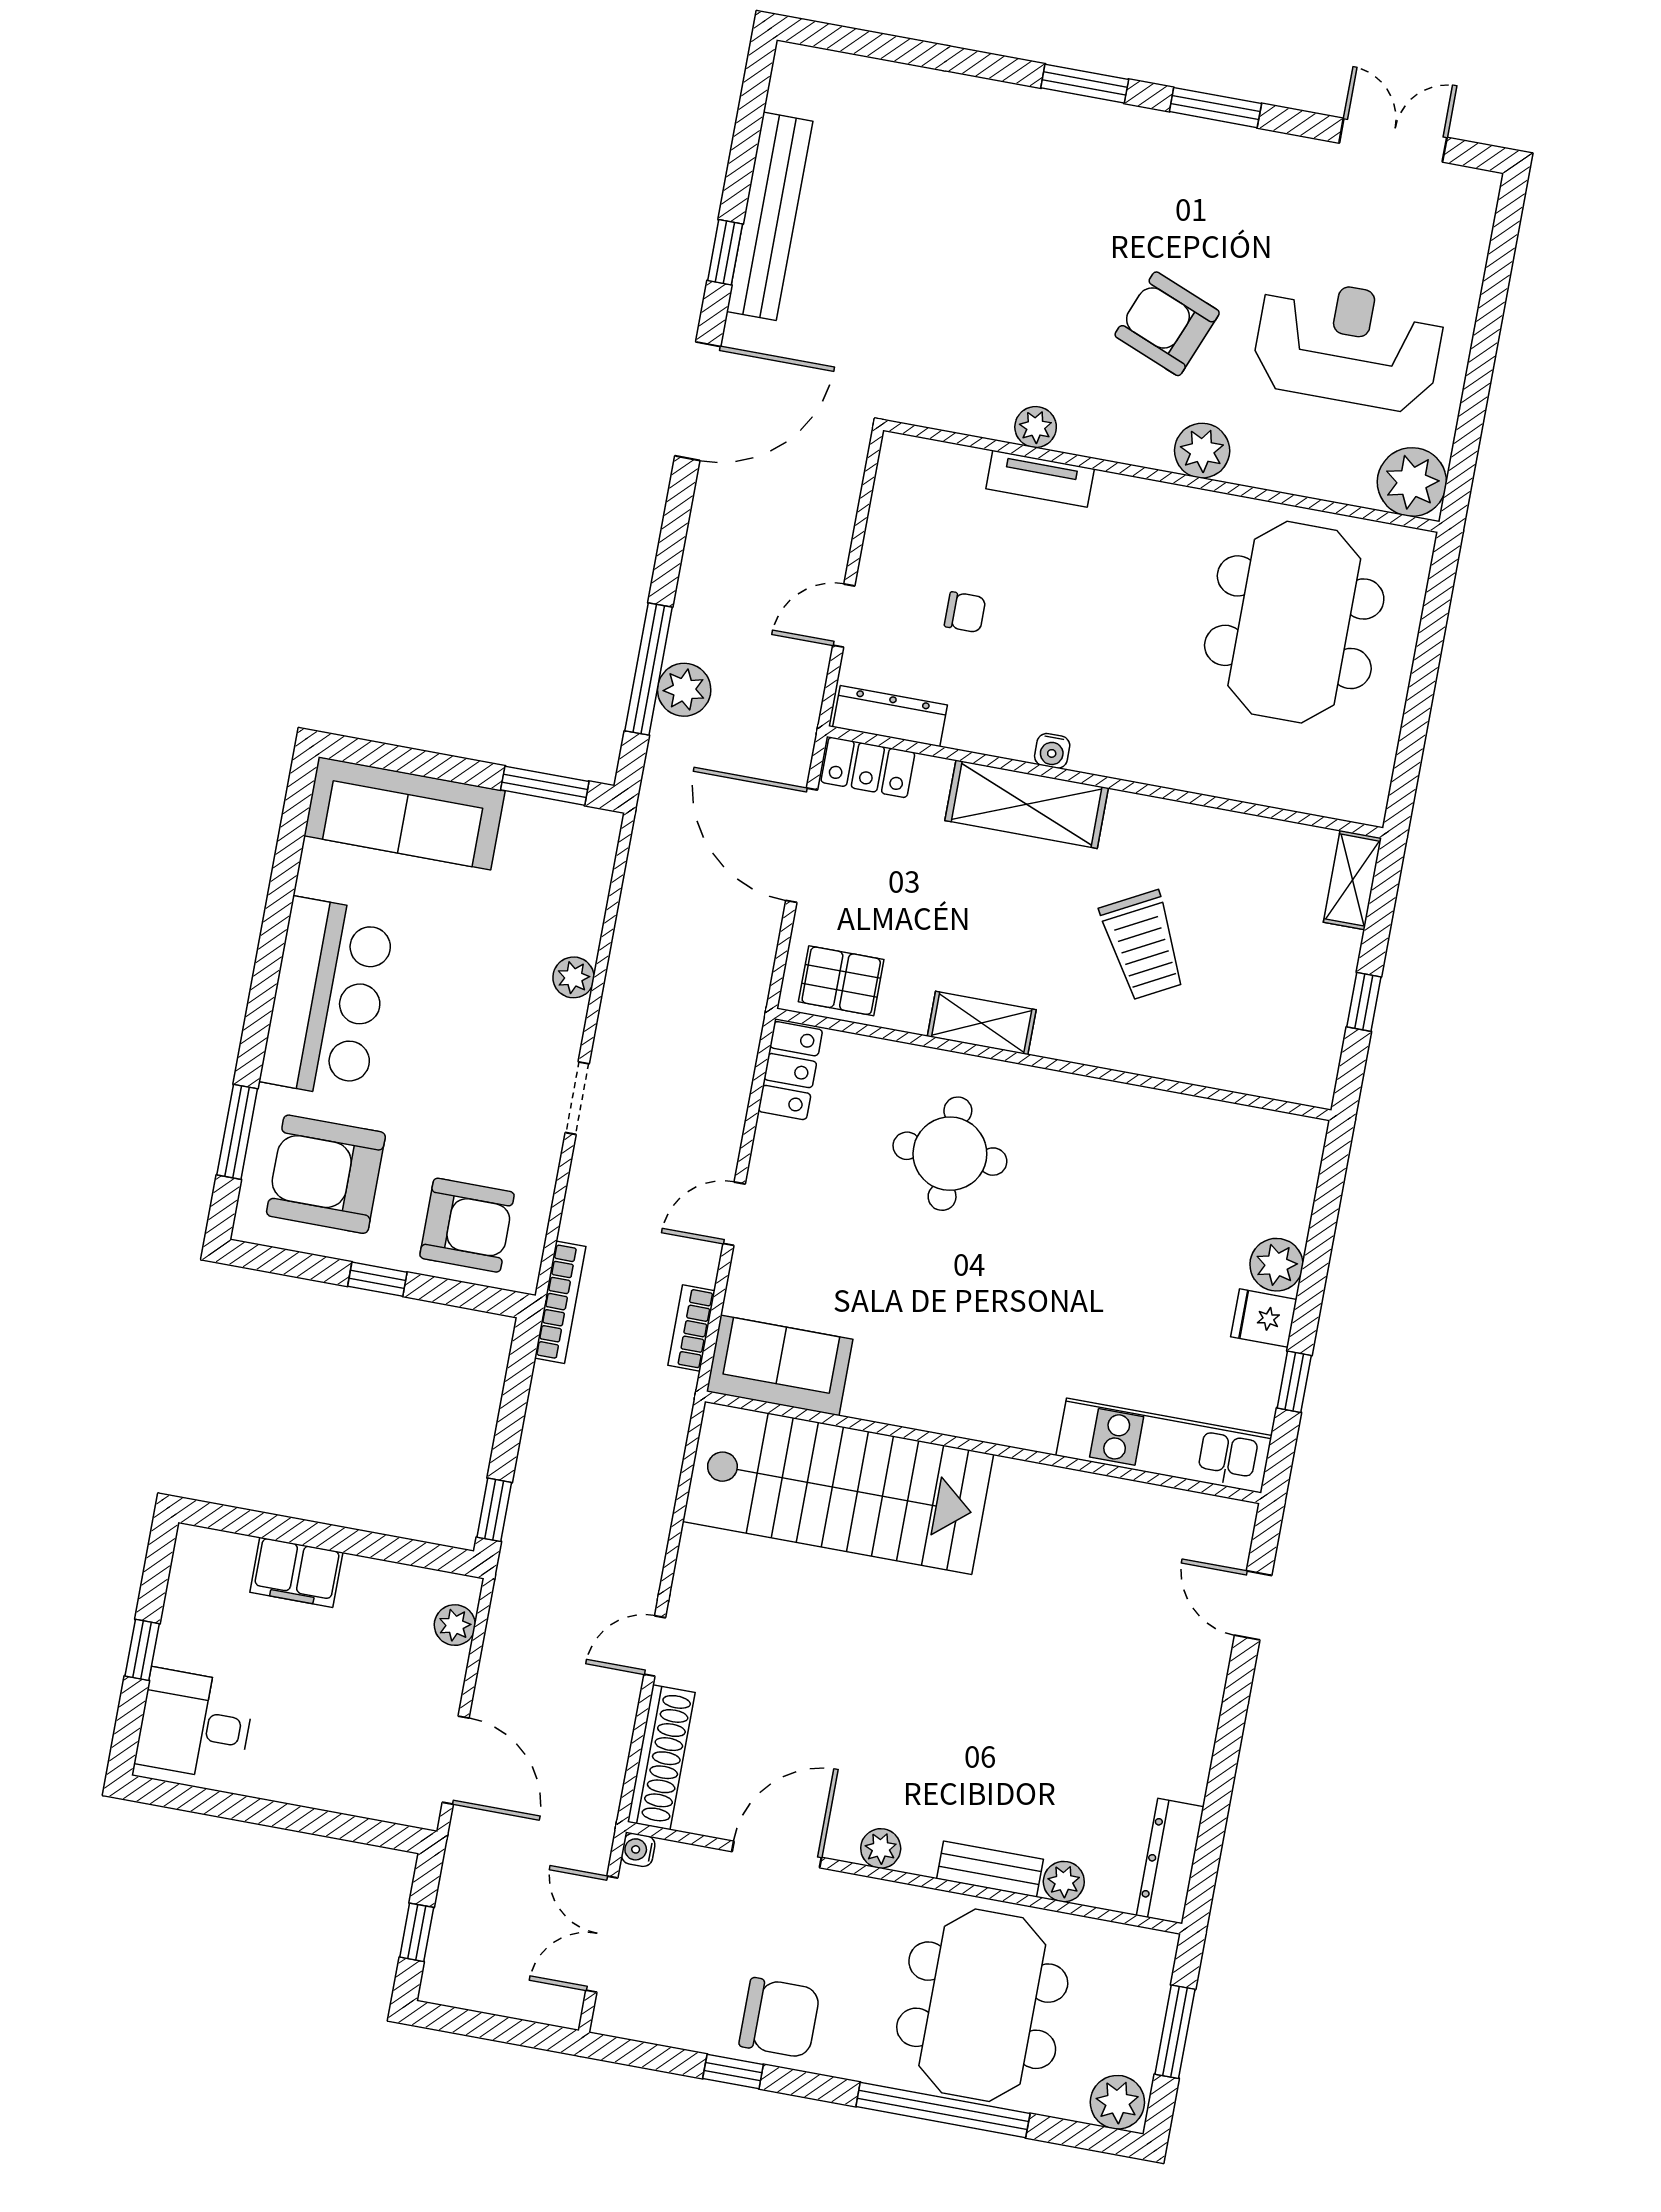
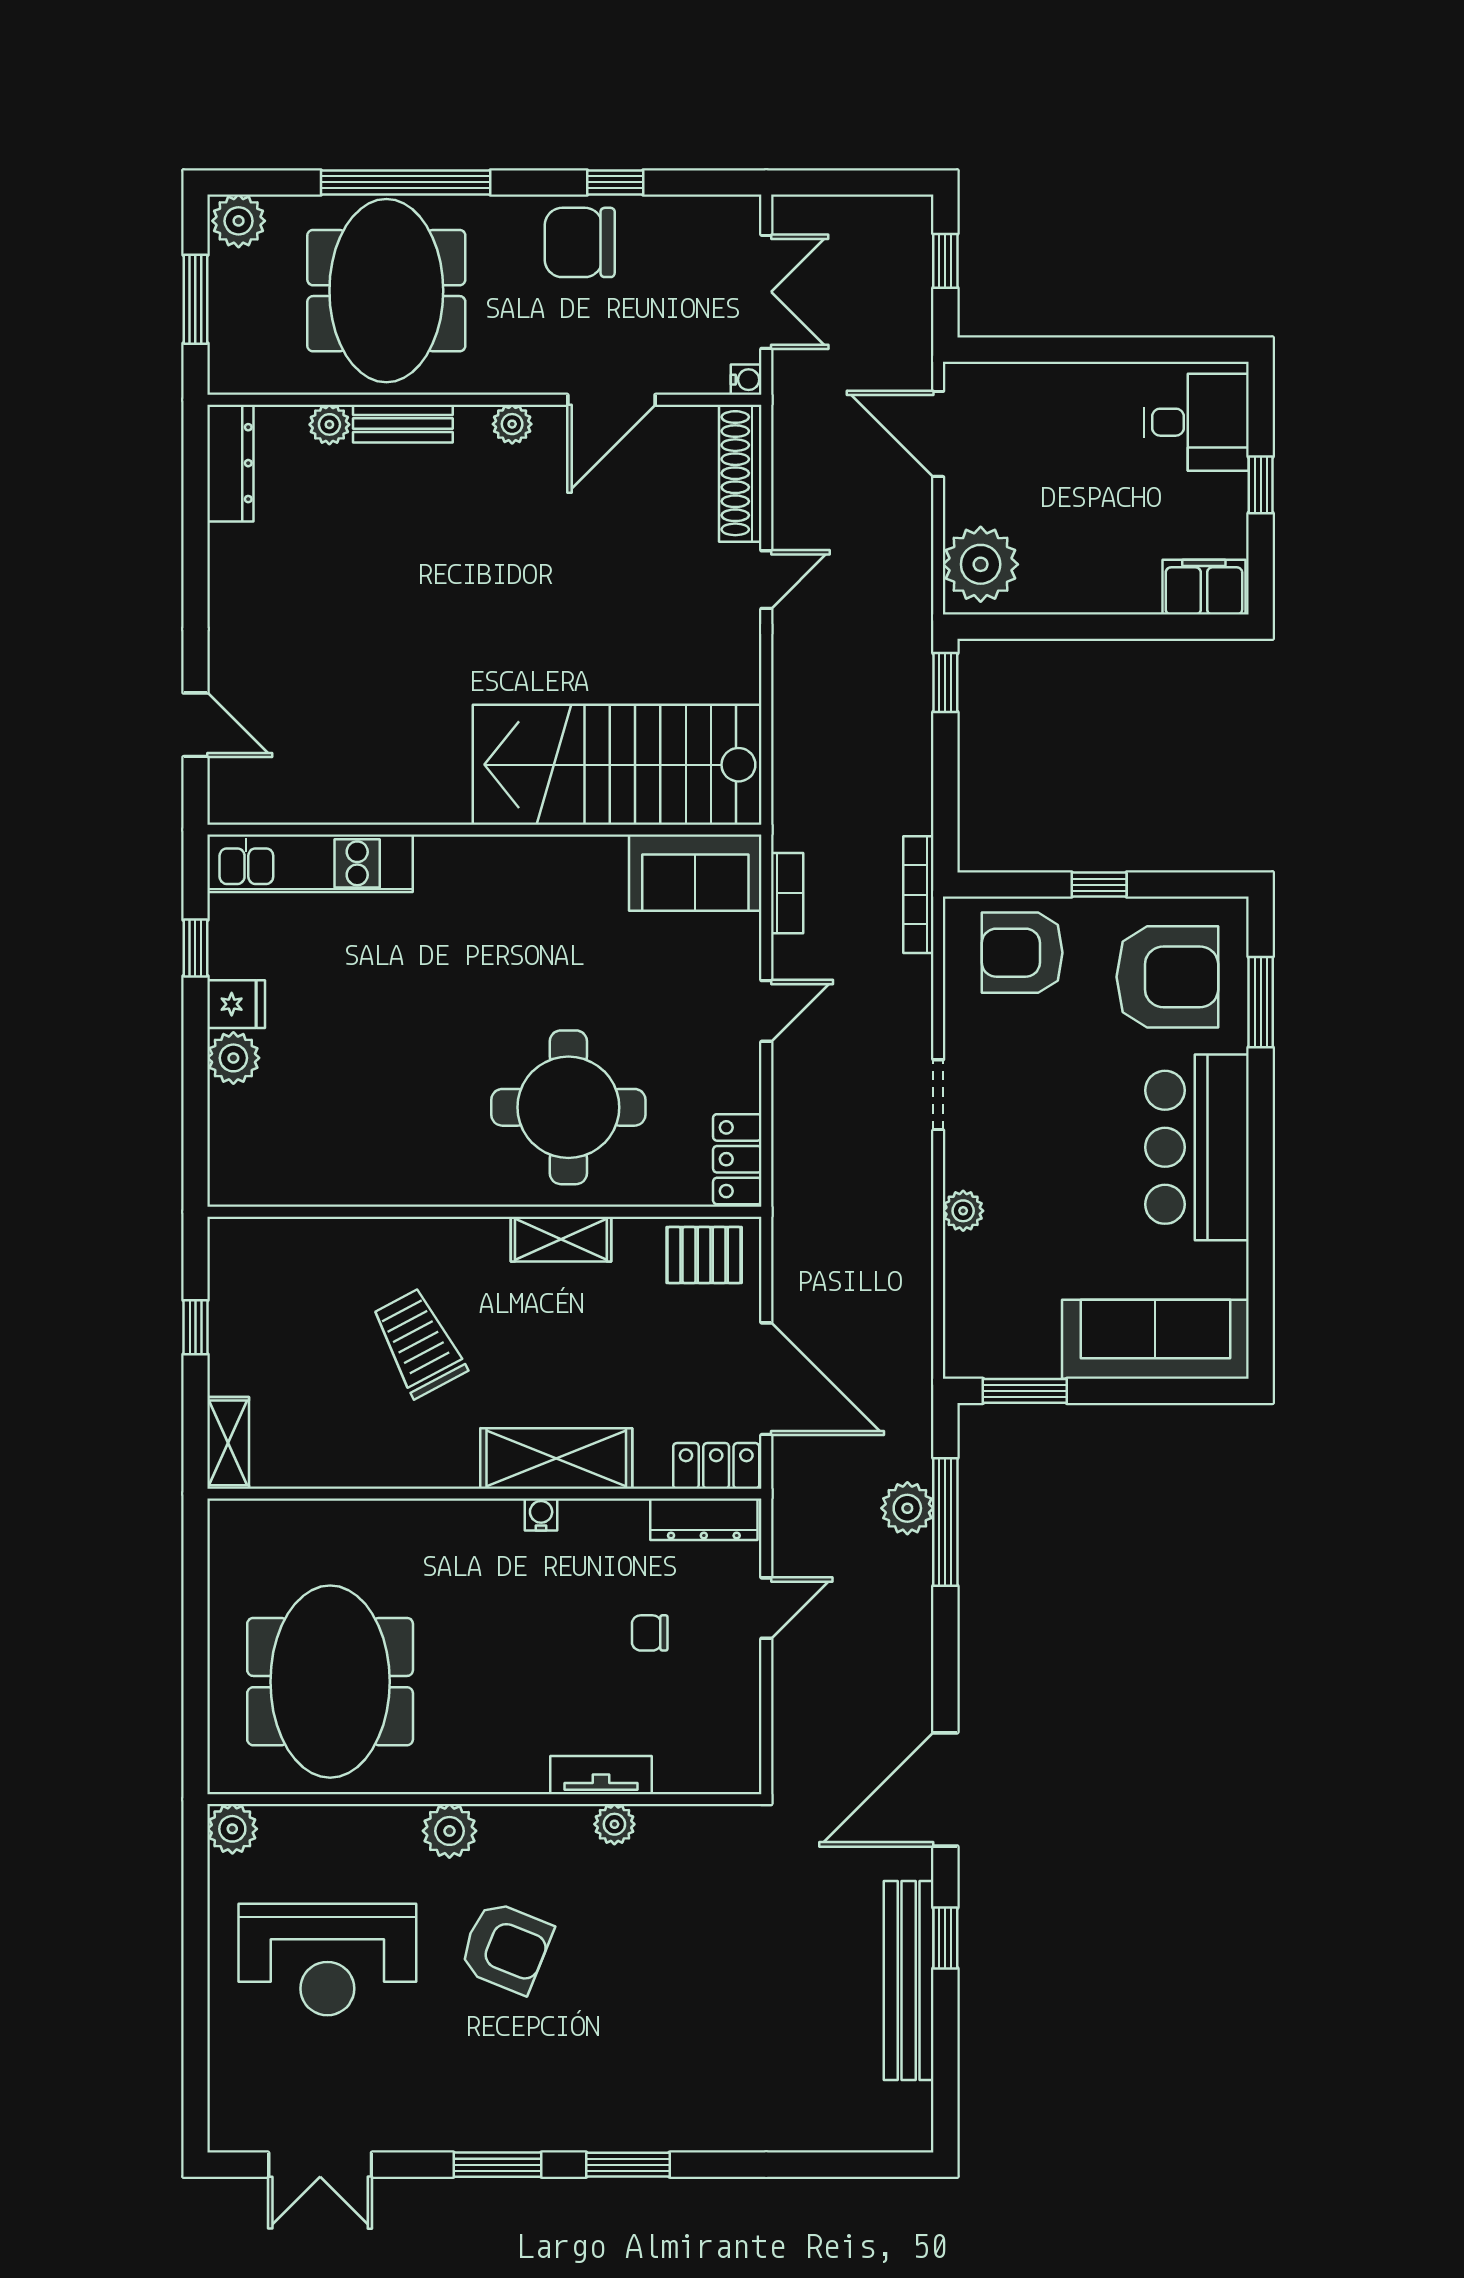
plant: (1412, 482) -> (232, 1829), width x0.73, depth x0.73
round table: (950, 1154) -> (568, 1107), width x1.36, depth x1.36
filing cabinet: (296, 1572) -> (1204, 587), moved
plant: (455, 1625) -> (981, 564), width x1.88, depth x1.88

